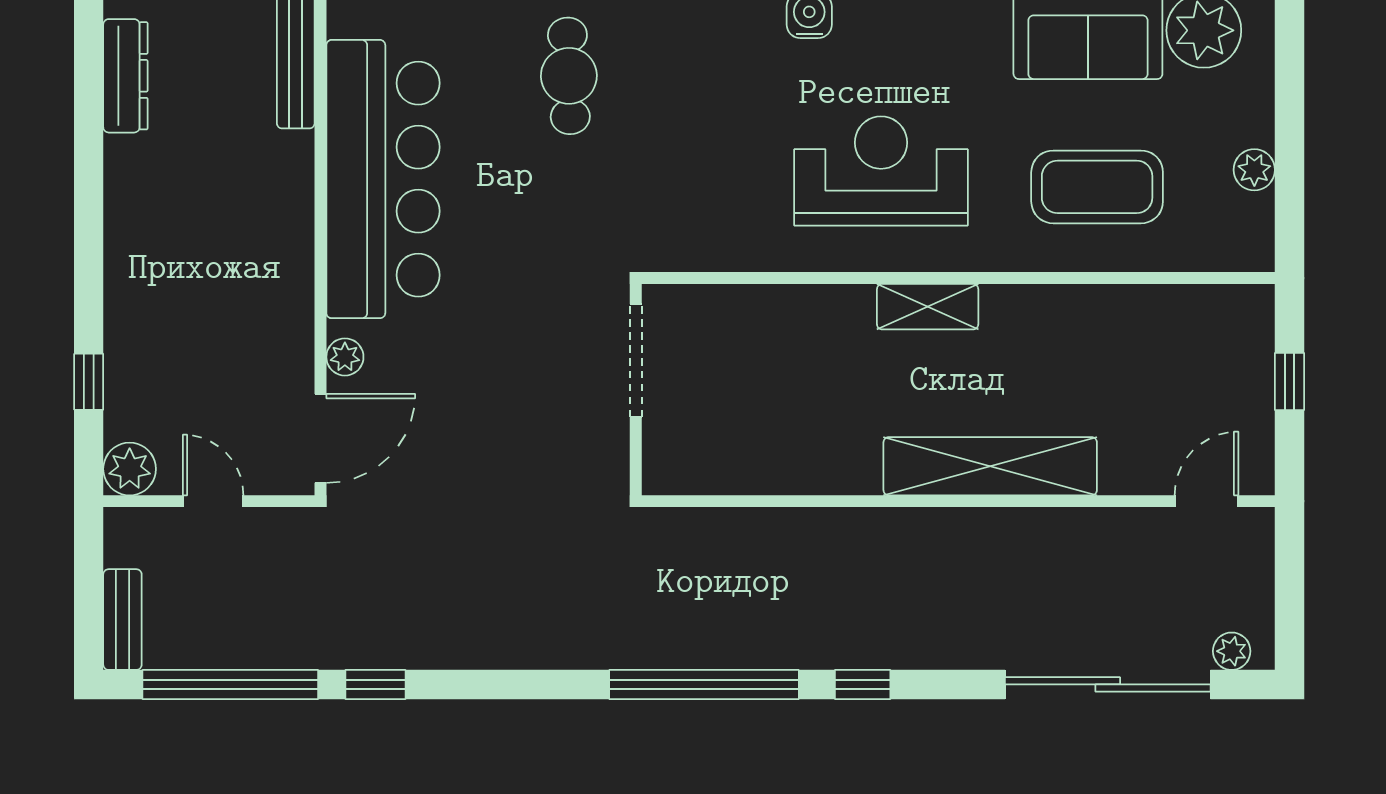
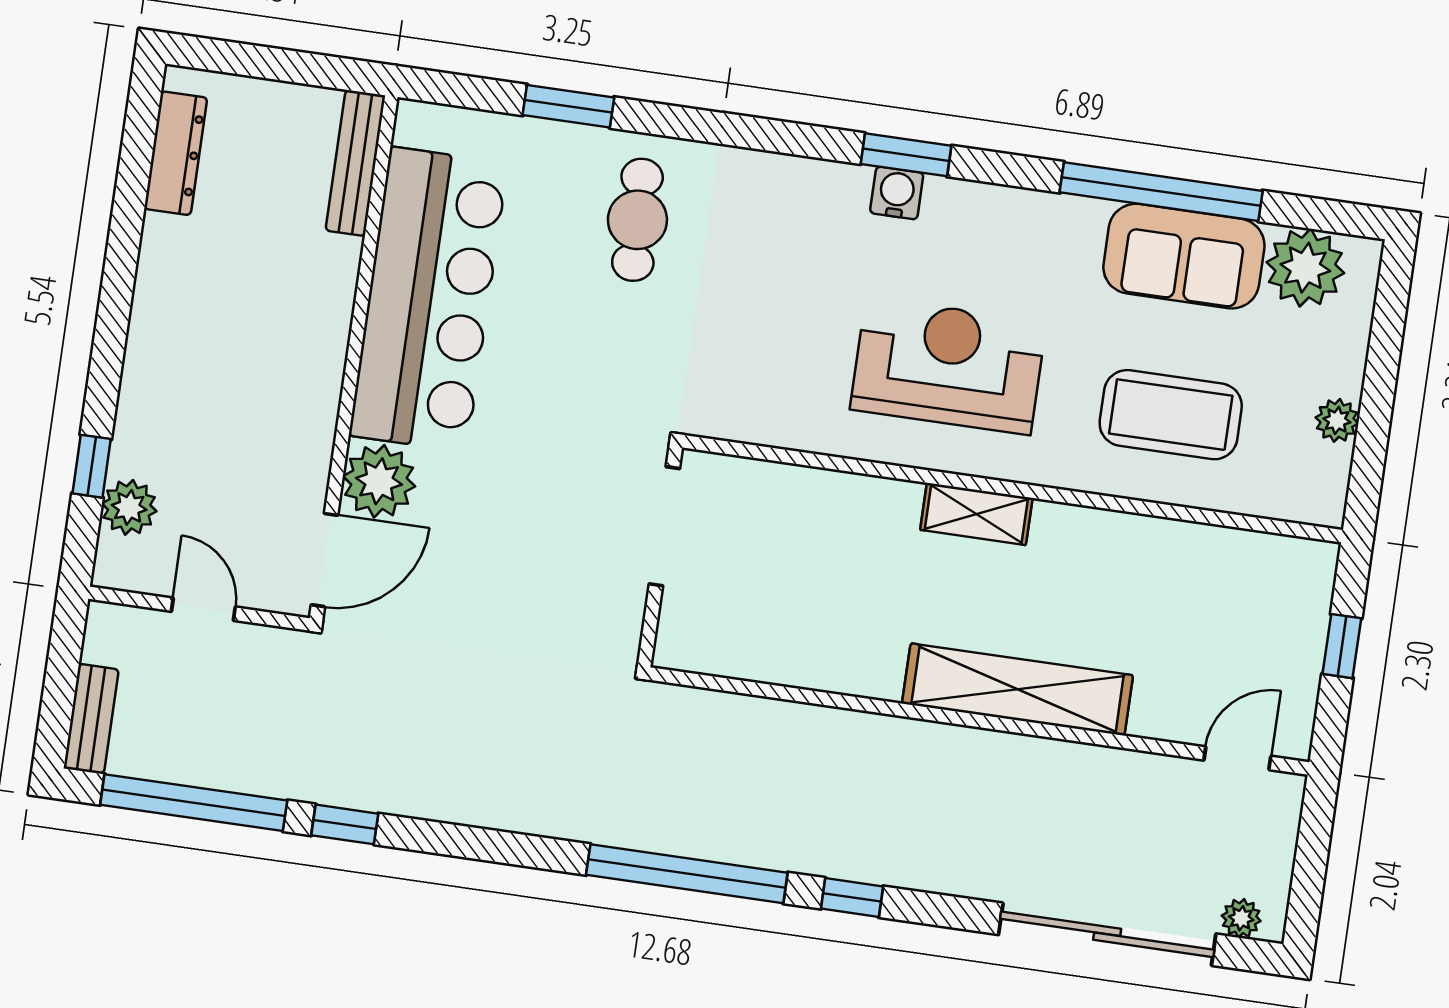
plant: (345, 357) -> (379, 481), width x1.87, depth x1.87
plant: (130, 469) -> (129, 507), moved

